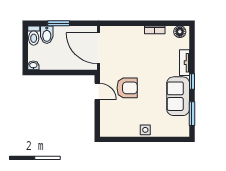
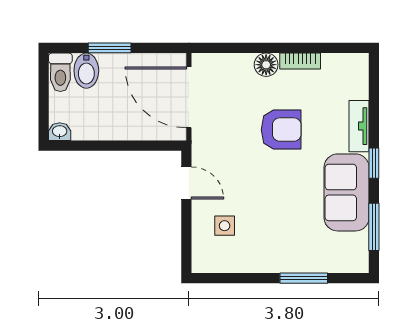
floor lamp: (180, 32) -> (266, 65), moved
armchair: (127, 88) -> (281, 130), moved
side table: (145, 130) -> (225, 226), moved
window: (157, 139) -> (304, 278), added

